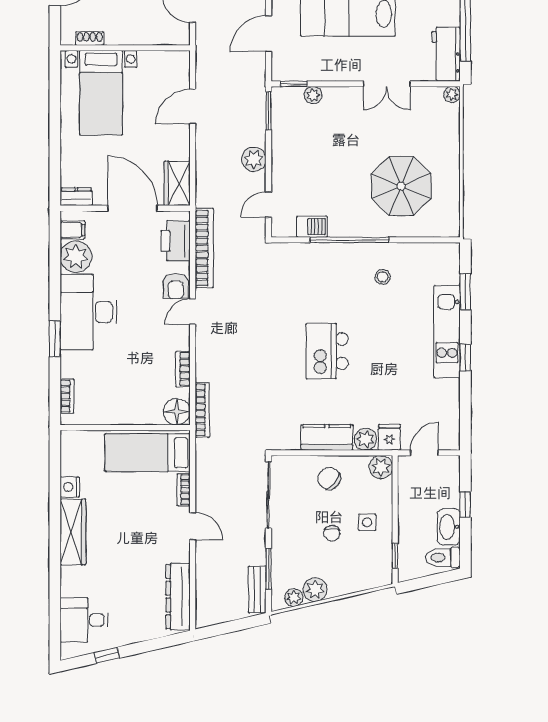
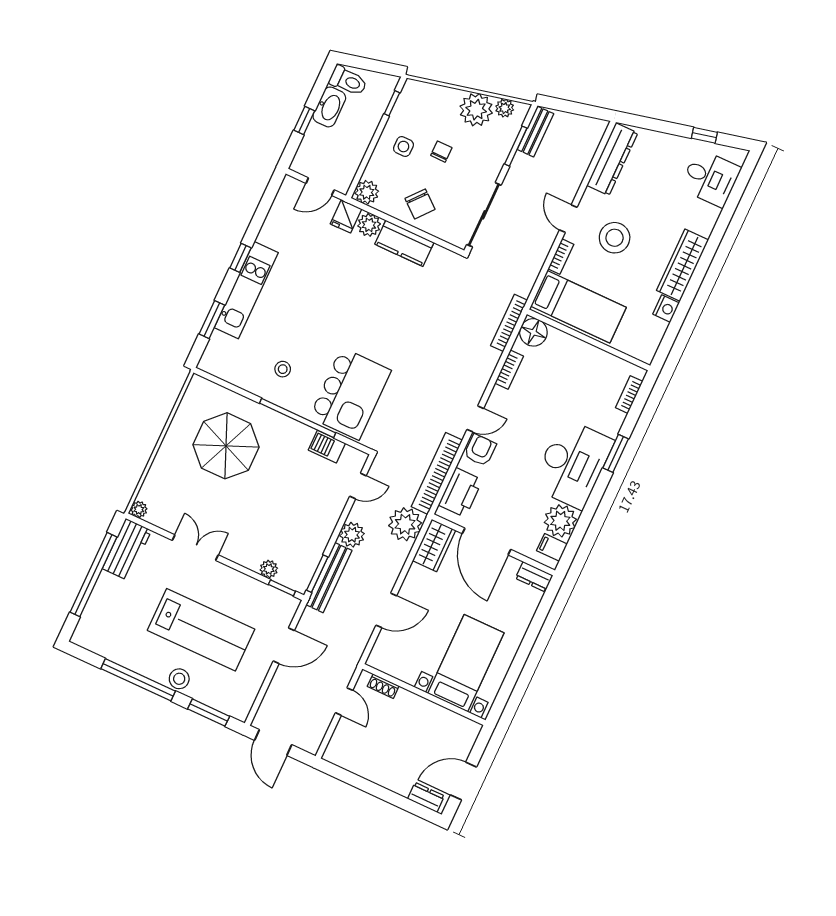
shoe rack: (90, 39) -> (383, 686), moved
bench: (257, 112) -> (329, 578), added
plant: (211, 190) -> (405, 524), added
kitchen island: (327, 351) -> (350, 394), moved, width x1.37, depth x1.28
stool: (144, 528) -> (615, 238), added
plant: (315, 590) -> (476, 110), width x1.36, depth x1.36

